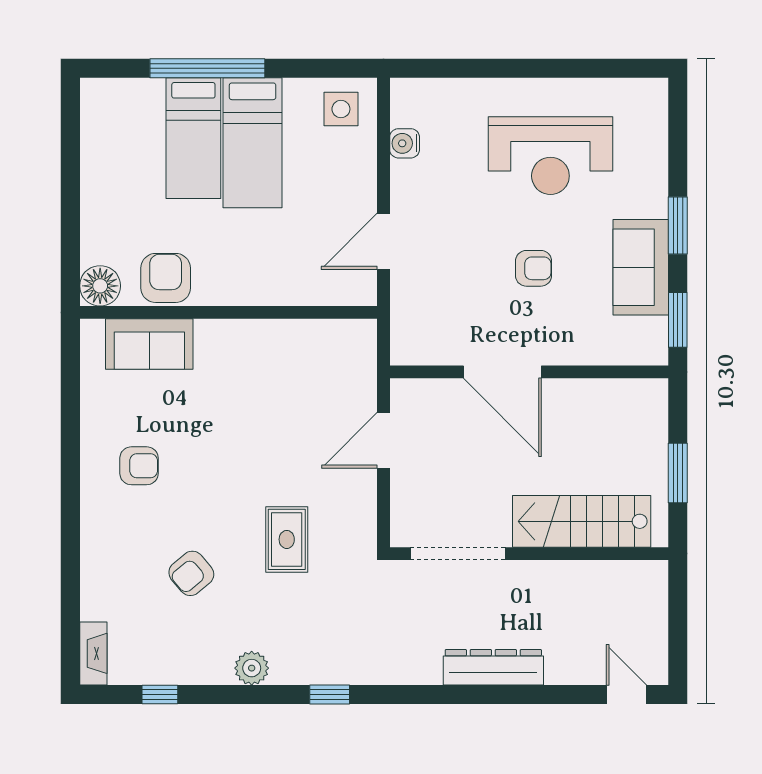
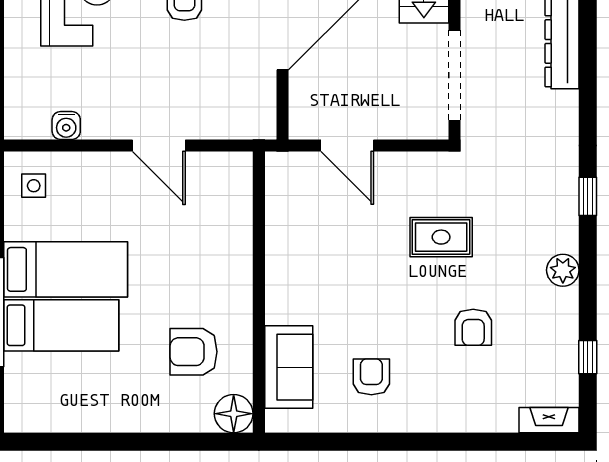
side table: (341, 109) -> (34, 186), width x0.73, depth x0.73
floor lamp: (100, 286) -> (234, 414), moved
wall: (229, 312) -> (259, 292), moved
sofa: (149, 344) -> (289, 367), moved
armchair: (191, 573) -> (473, 327), turned 40

